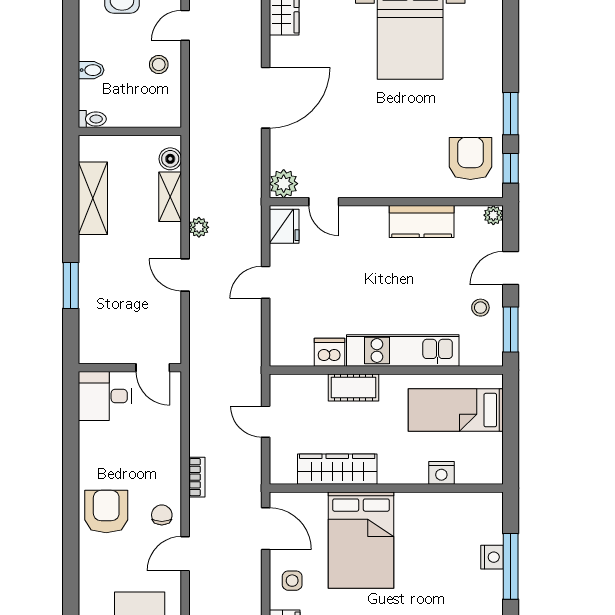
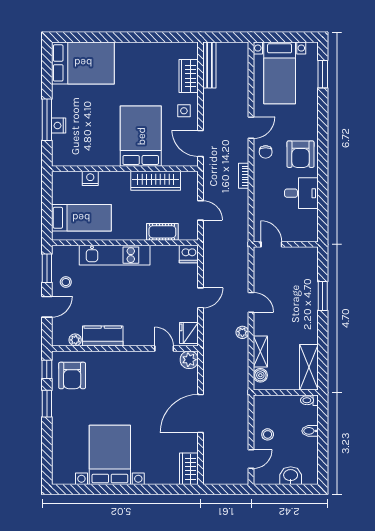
shelving: (93, 198) -> (309, 367), moved
plant: (493, 215) -> (75, 340), moved
dishwasher: (329, 352) -> (189, 254), moved
cot: (353, 388) -> (162, 232), moved
desk: (105, 396) -> (301, 193), moved

